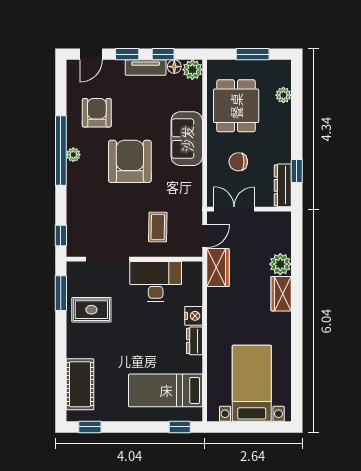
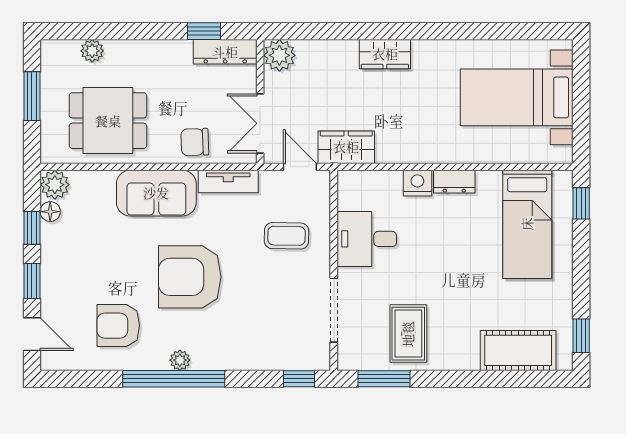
tv unit: (146, 68) -> (228, 181), moved, turned 90
chair: (238, 162) -> (195, 142), moved, turned 88
plant: (280, 264) -> (279, 55), moved
desk: (156, 281) -> (367, 239), width x0.73

